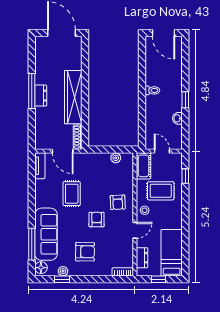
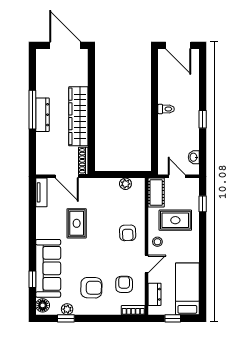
dresser: (41, 96) -> (42, 115), width x1.44
washbasin: (177, 118) -> (194, 157), moved
armchair: (97, 219) -> (124, 284), moved
window: (32, 244) -> (32, 279), width x0.46

